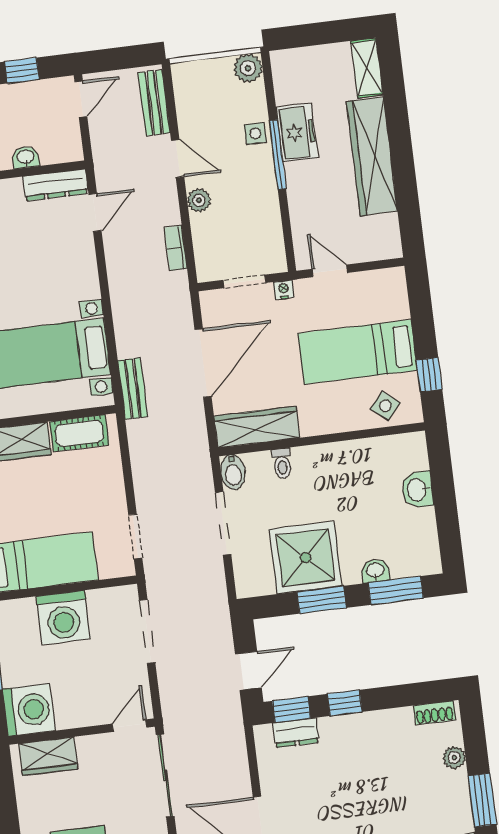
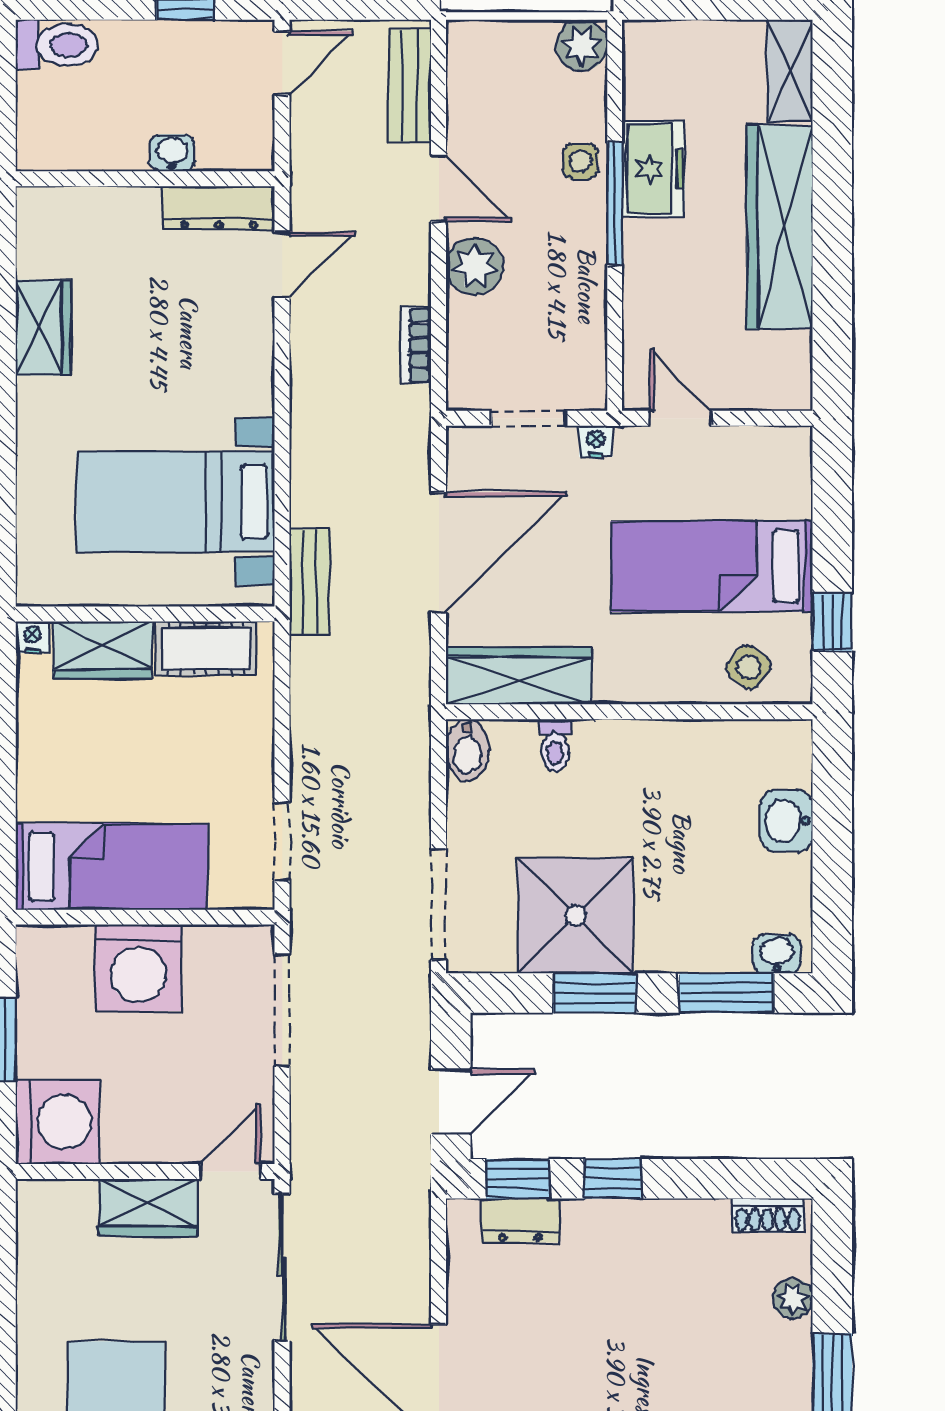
plant: (199, 200) -> (475, 266), width x1.38, depth x1.38
doorway: (223, 523) -> (439, 904), moved
washbasin: (375, 571) -> (777, 954), moved
wardrobe: (48, 756) -> (148, 1207), moved

